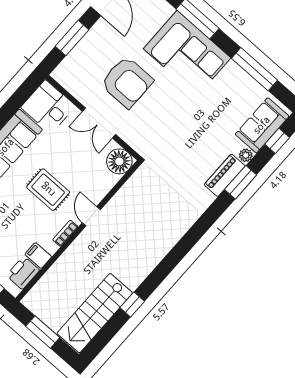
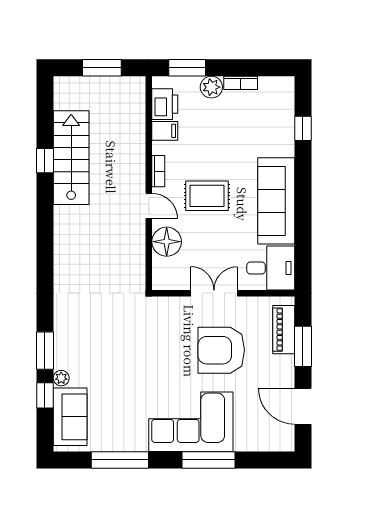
window: (277, 141) -> (45, 395), moved
floor lamp: (119, 161) -> (167, 242), moved
piano: (225, 175) -> (284, 330), moved, turned 180
stairs: (95, 313) -> (71, 158), moved

